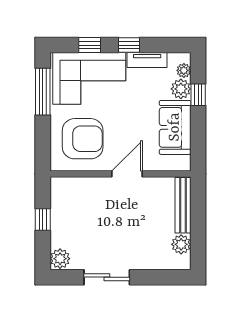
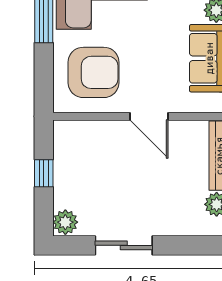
door: (127, 174) -> (149, 116), swing flipped

